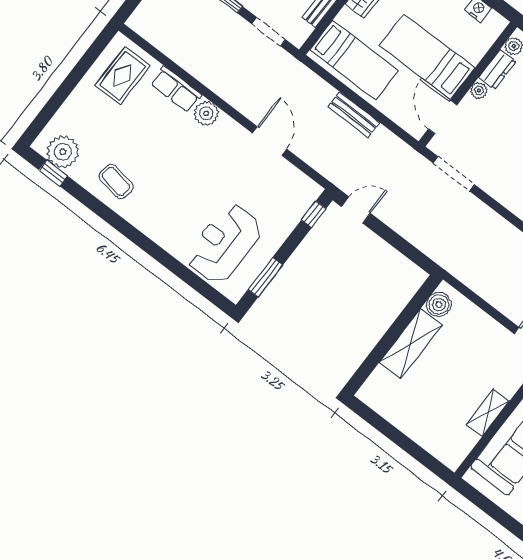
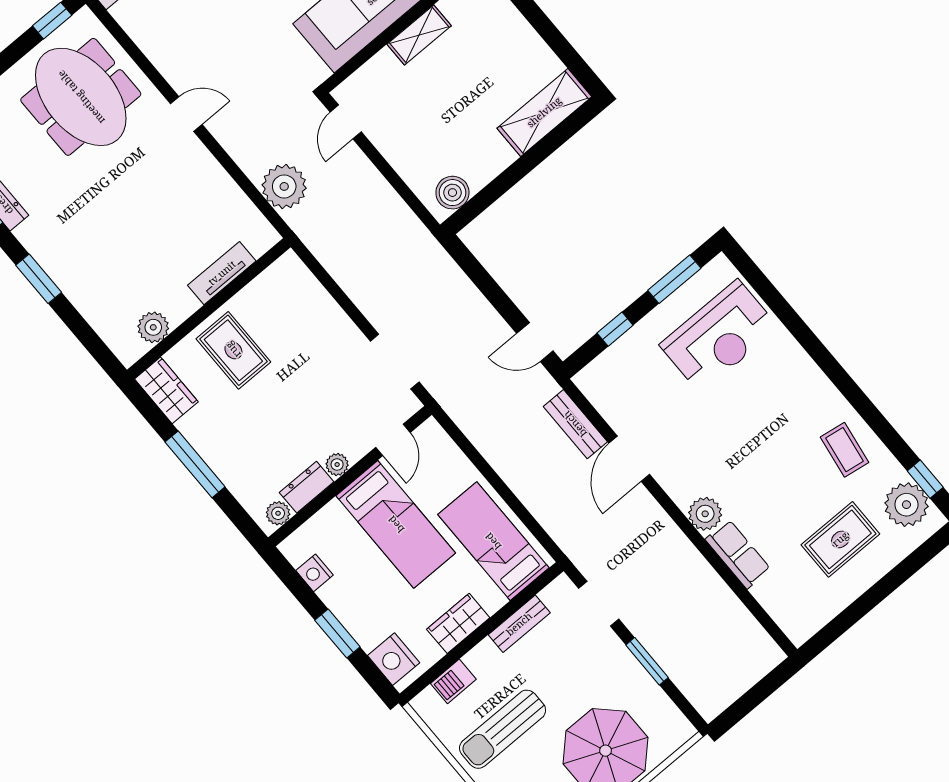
rug: (122, 76) -> (840, 539), moved
bench: (354, 115) -> (575, 424), moved
door: (443, 117) -> (393, 440), width x0.73
window: (314, 214) -> (615, 329), moved
shelving: (411, 343) -> (544, 112), moved

